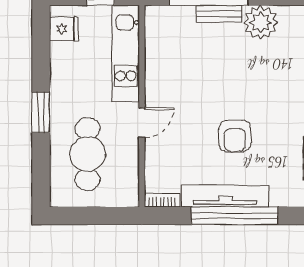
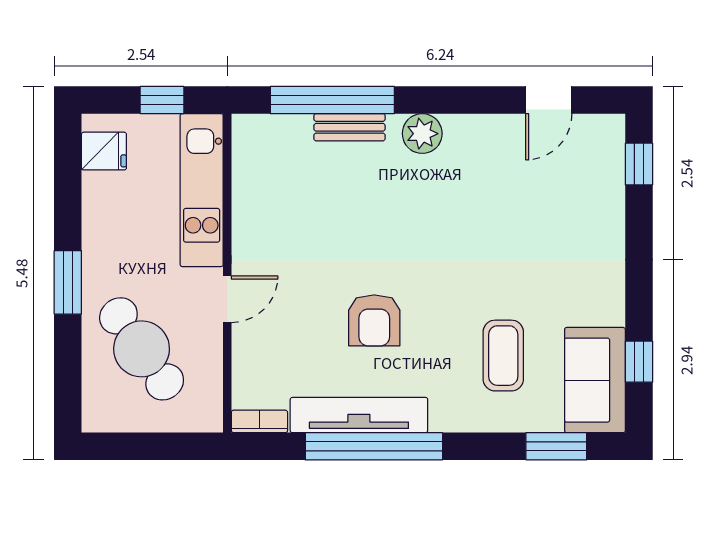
plant: (261, 22) -> (422, 134), width x0.73, depth x0.73
cafe table: (88, 154) -> (142, 349), turned -35

